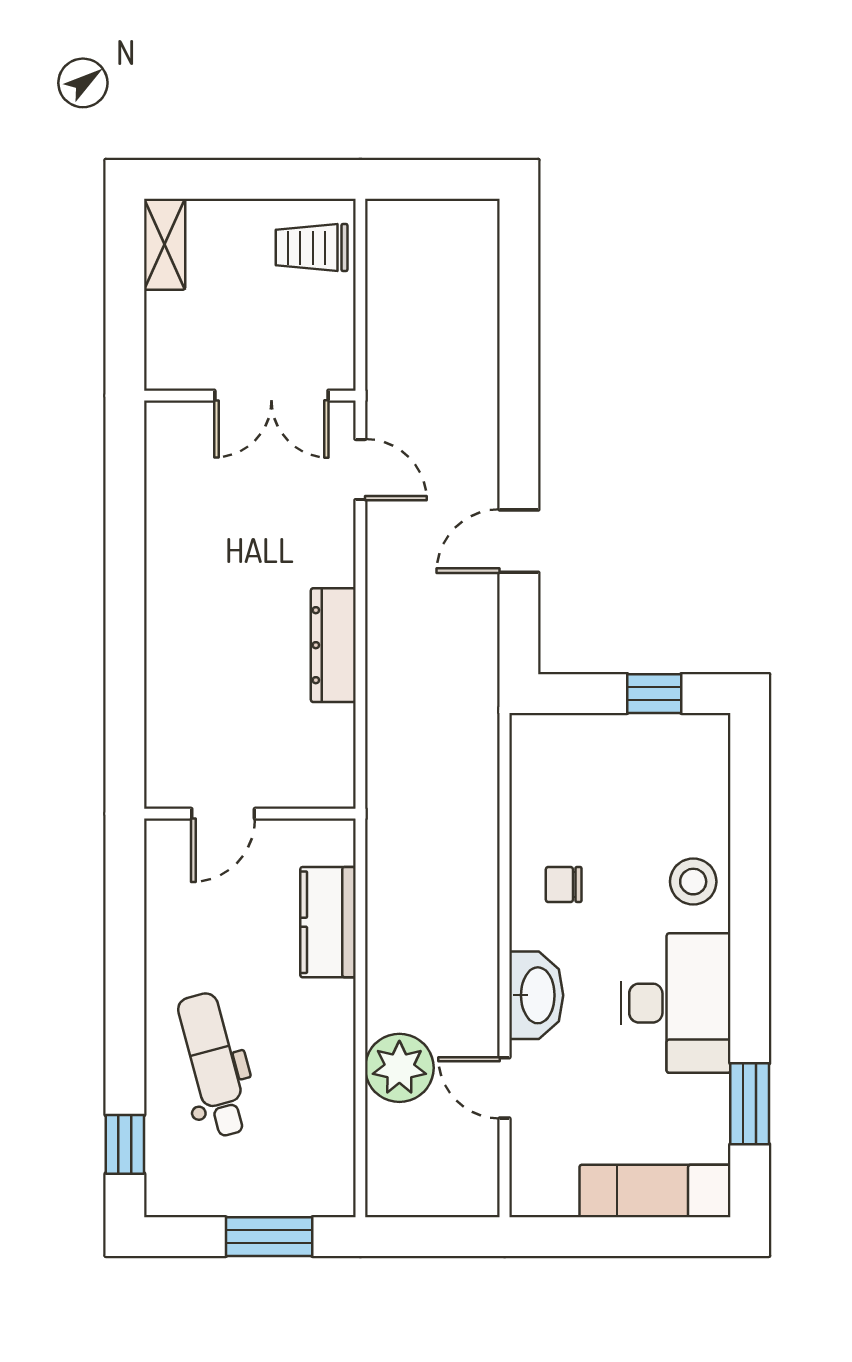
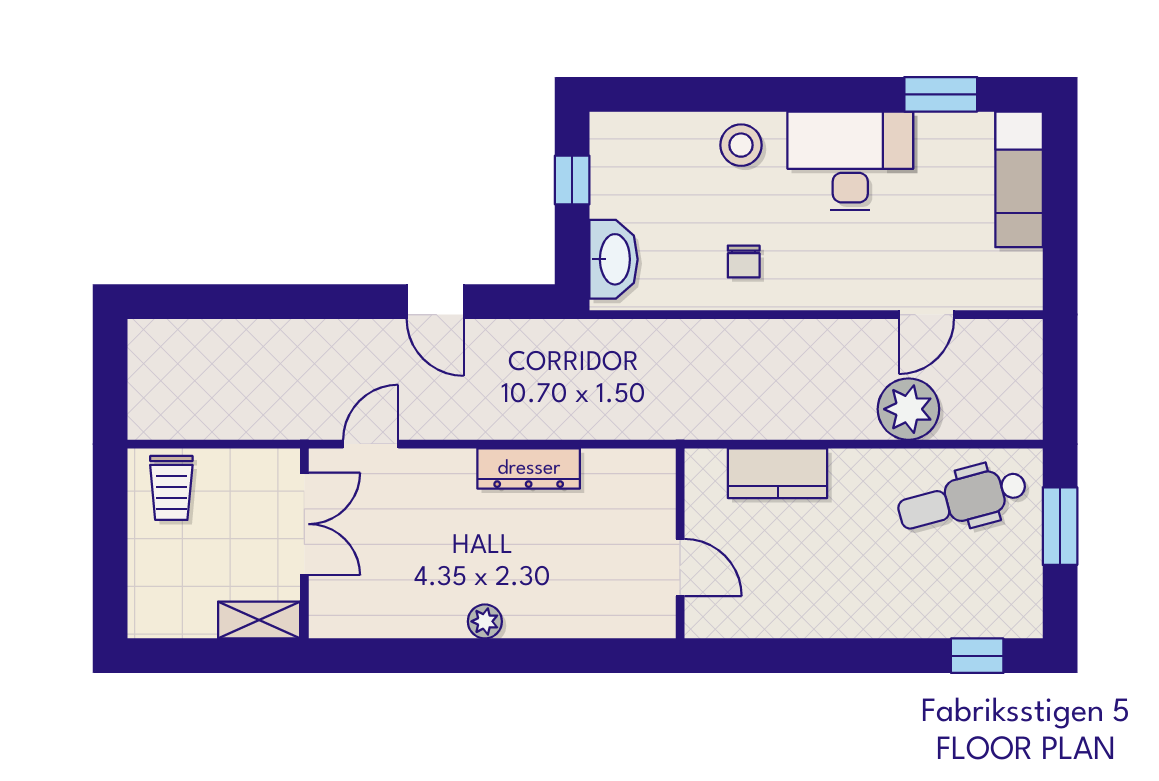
shelving: (165, 244) -> (259, 620), moved
plant: (163, 596) -> (485, 621), added
washbasin: (536, 995) -> (613, 259), moved, turned 90
dental chair: (213, 1065) -> (962, 499), moved

